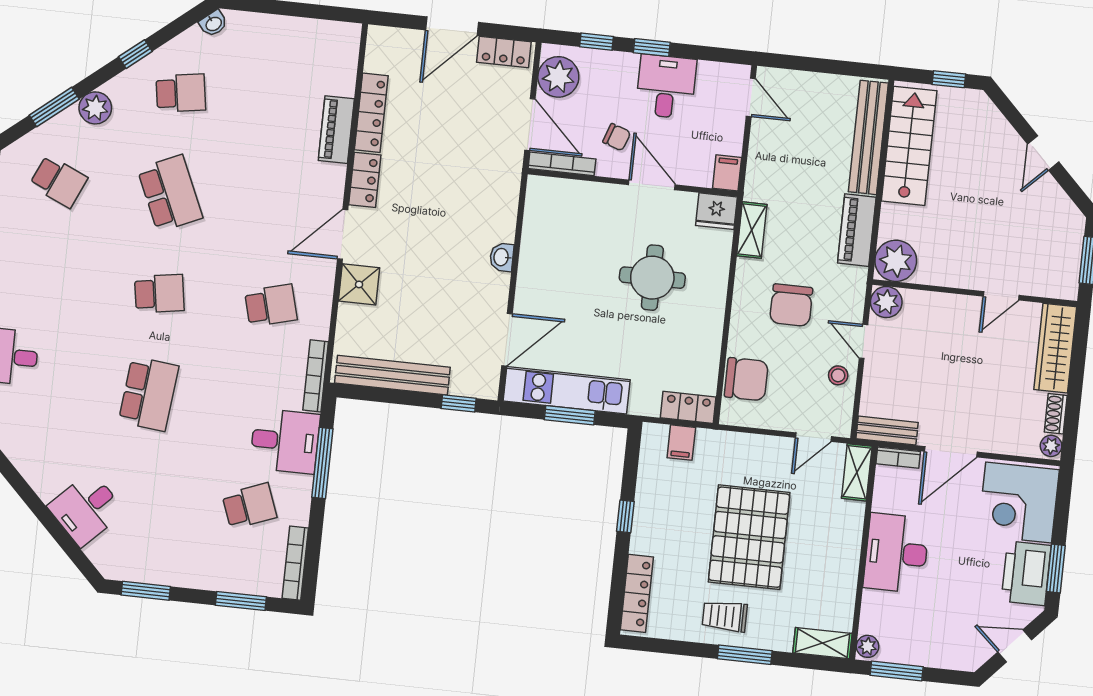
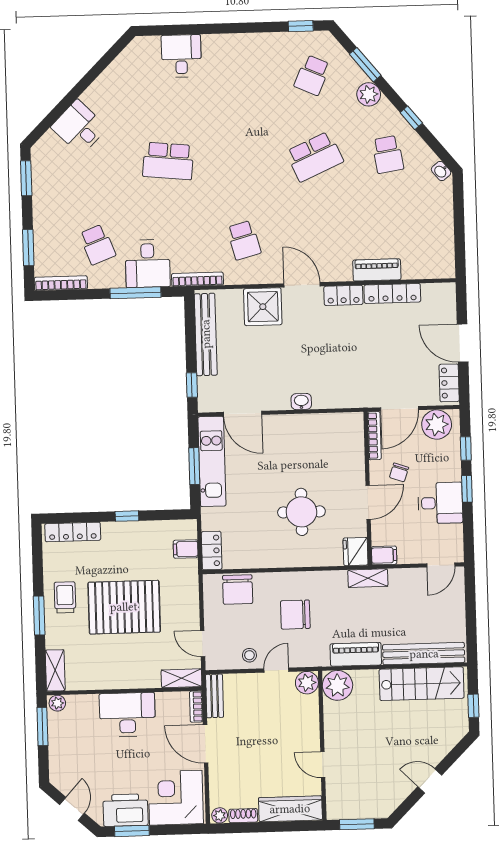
shelving: (752, 230) -> (368, 578), moved
shower: (359, 284) -> (263, 307), width x1.36, depth x1.36
school desk: (159, 294) -> (241, 159), removed

